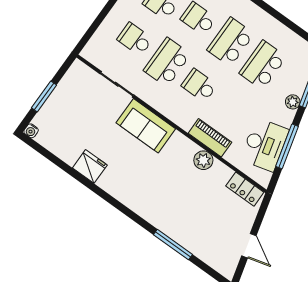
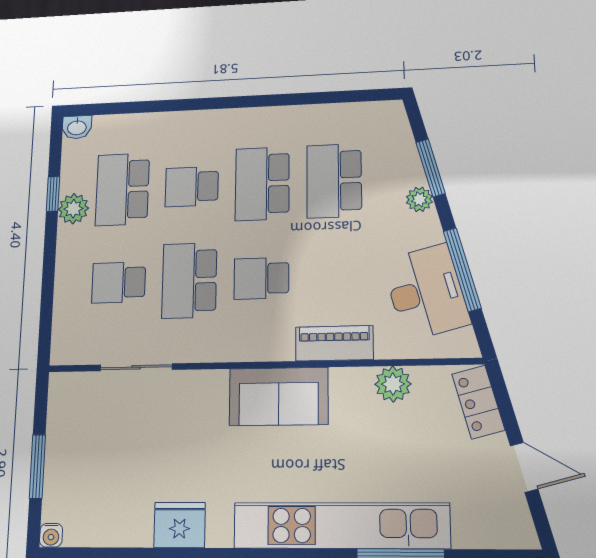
sofa: (146, 126) -> (279, 396), moved
plant: (203, 160) -> (393, 384), moved
locker: (245, 189) -> (478, 402), moved, turned 75
kitchen unit: (158, 215) -> (341, 526), added

